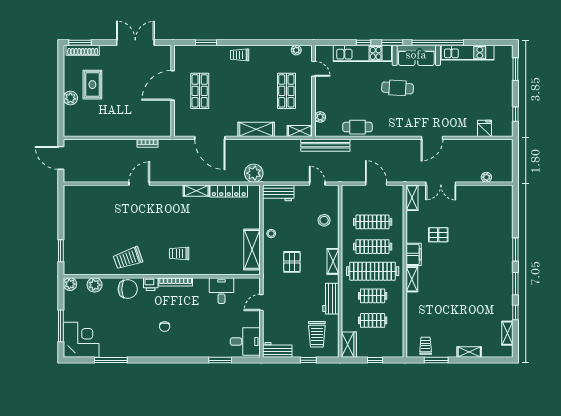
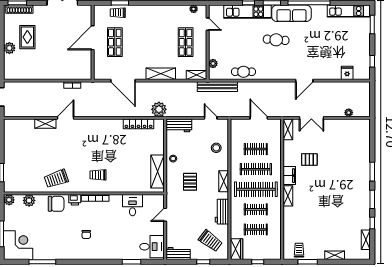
kitchen unit: (468, 53) -> (349, 11), moved
trolley: (240, 55) -> (118, 13), moved
shelving: (196, 191) -> (45, 124), moved
clothes rail: (373, 222) -> (256, 149), width x0.73
trolley: (317, 334) -> (210, 241), turned -53

